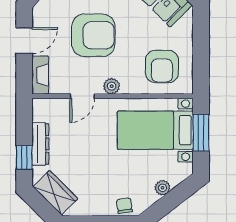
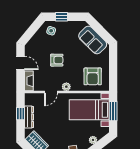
armchair: (93, 35) -> (57, 60), width x0.53, depth x0.53
door: (24, 41) -> (21, 63), hinge flipped
window: (24, 157) -> (21, 114), moved

